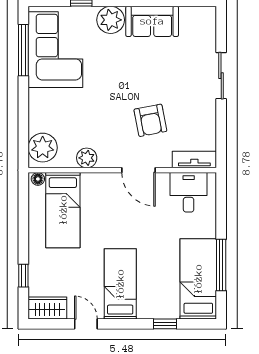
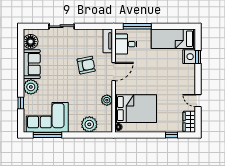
floor lamp: (193, 19) -> (31, 42), added
plant: (43, 148) -> (89, 124), moved
bed: (63, 210) -> (136, 109), width x1.50
window: (221, 265) -> (137, 26), moved
bed: (120, 284) -> (176, 82), removed
nightstand: (166, 308) -> (189, 57), added
door: (86, 324) -> (198, 101), hinge flipped

